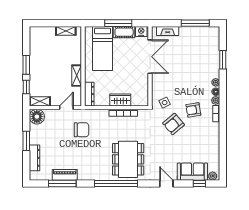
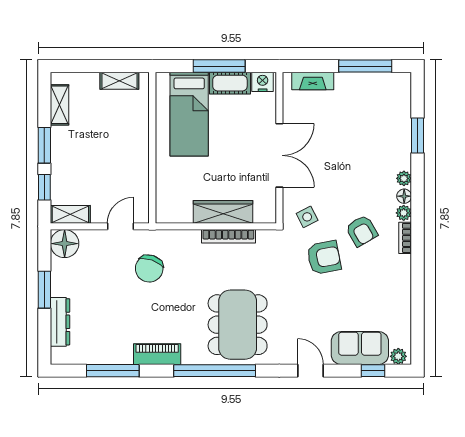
double door: (150, 57) -> (279, 155), moved
shelving: (77, 76) -> (59, 105), moved
dresser: (89, 94) -> (164, 201), removed
wardrobe: (120, 100) -> (223, 212), width x1.50
armchair: (193, 110) -> (362, 231), turned -111
armchair: (173, 124) -> (324, 258), turned -151
chair: (81, 130) -> (149, 268), turned 109
piano: (65, 175) -> (157, 354), moved

